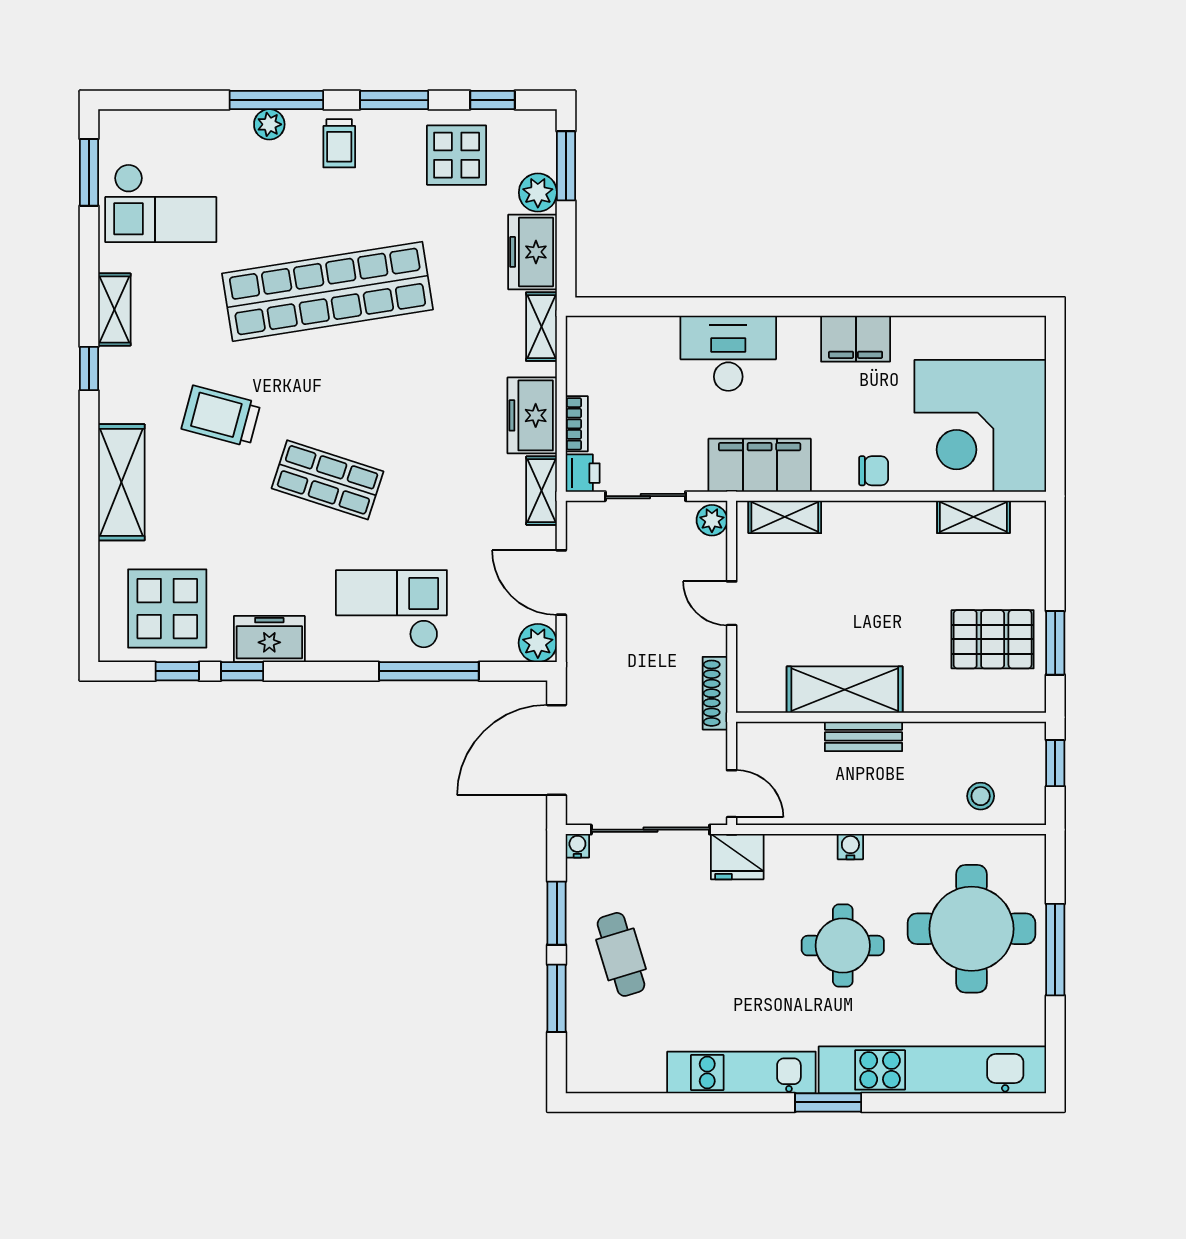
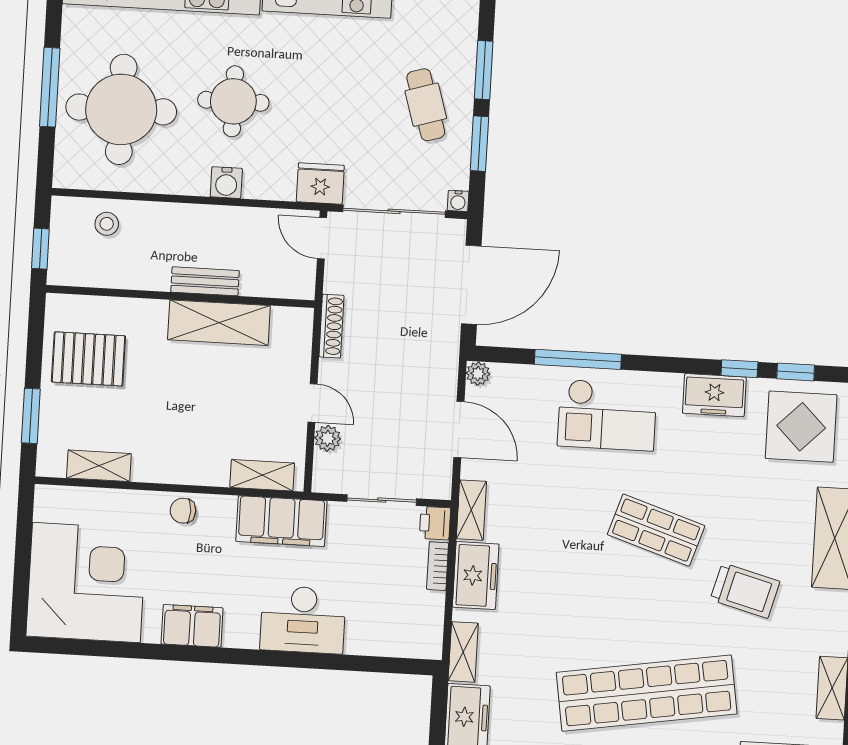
corner desk: (980, 426) -> (86, 582), moved
plant: (712, 520) -> (328, 438), moved
plant: (538, 643) -> (478, 374), width x0.73, depth x0.73
window: (1055, 643) -> (31, 416), moved
water cooler: (850, 847) -> (226, 183), width x1.38, depth x1.38

